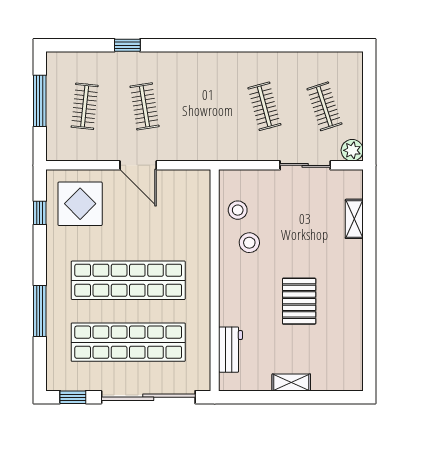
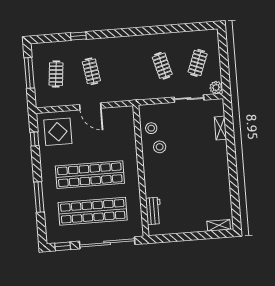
clothes rail: (324, 106) -> (198, 63), turned 39
pallet: (299, 301) -> (192, 179), removed
shelving: (291, 383) -> (219, 225), moved

